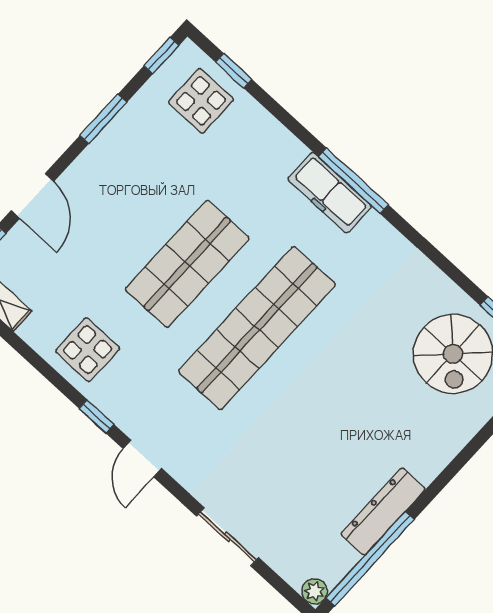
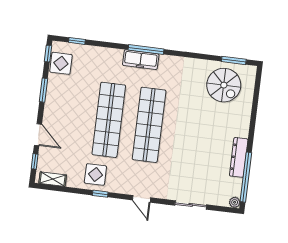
display table: (201, 101) -> (61, 63), moved
shop shelf: (187, 264) -> (109, 120), width x1.40
window: (97, 416) -> (100, 194), moved

